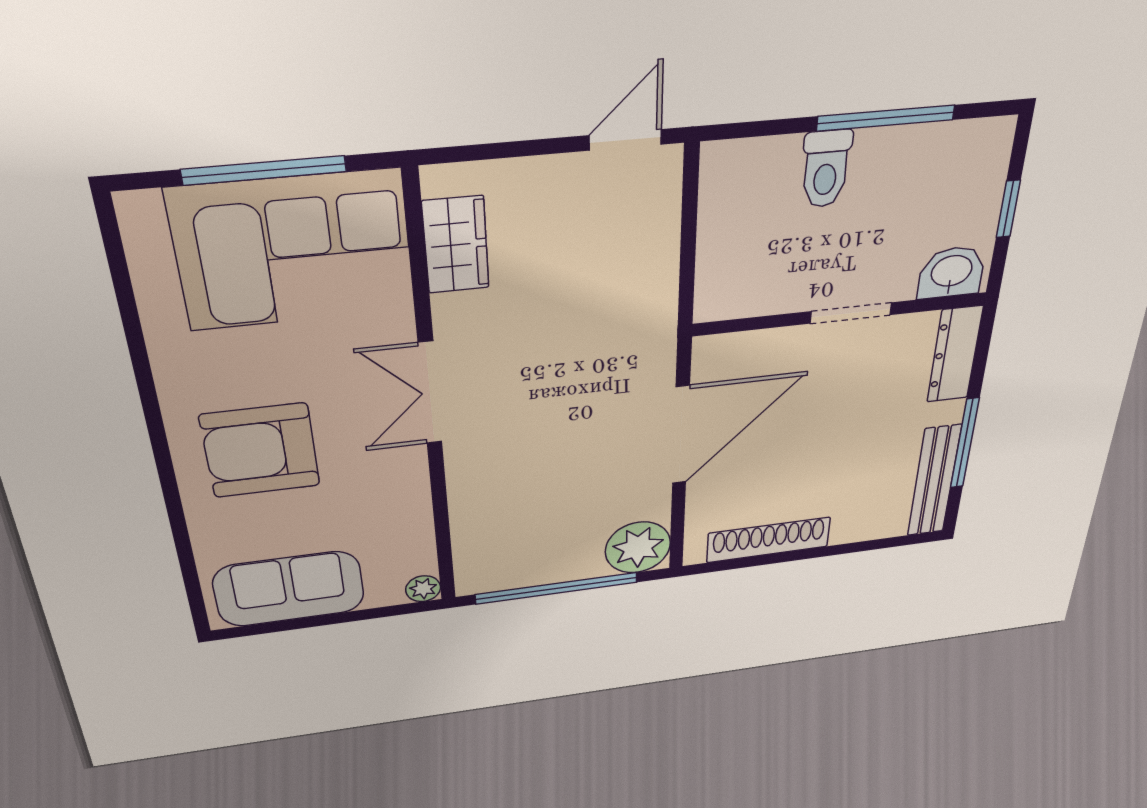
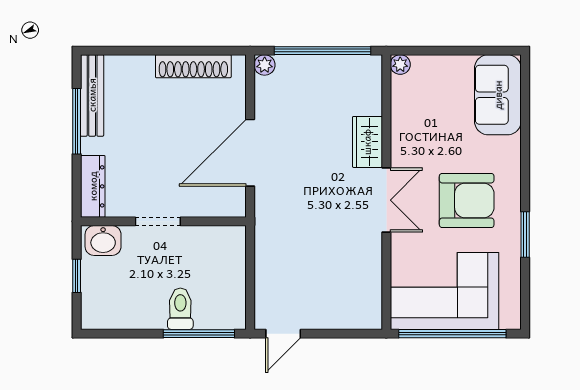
window: (886, 118) -> (199, 334), moved
window: (264, 170) -> (452, 334), width x1.46
wardrobe: (456, 245) -> (367, 142), moved
window: (142, 367) -> (525, 235), added
armchair: (260, 451) -> (467, 200), moved
plant: (638, 547) -> (265, 65), width x0.53, depth x0.53
sofa: (289, 589) -> (498, 95), moved, turned 90

